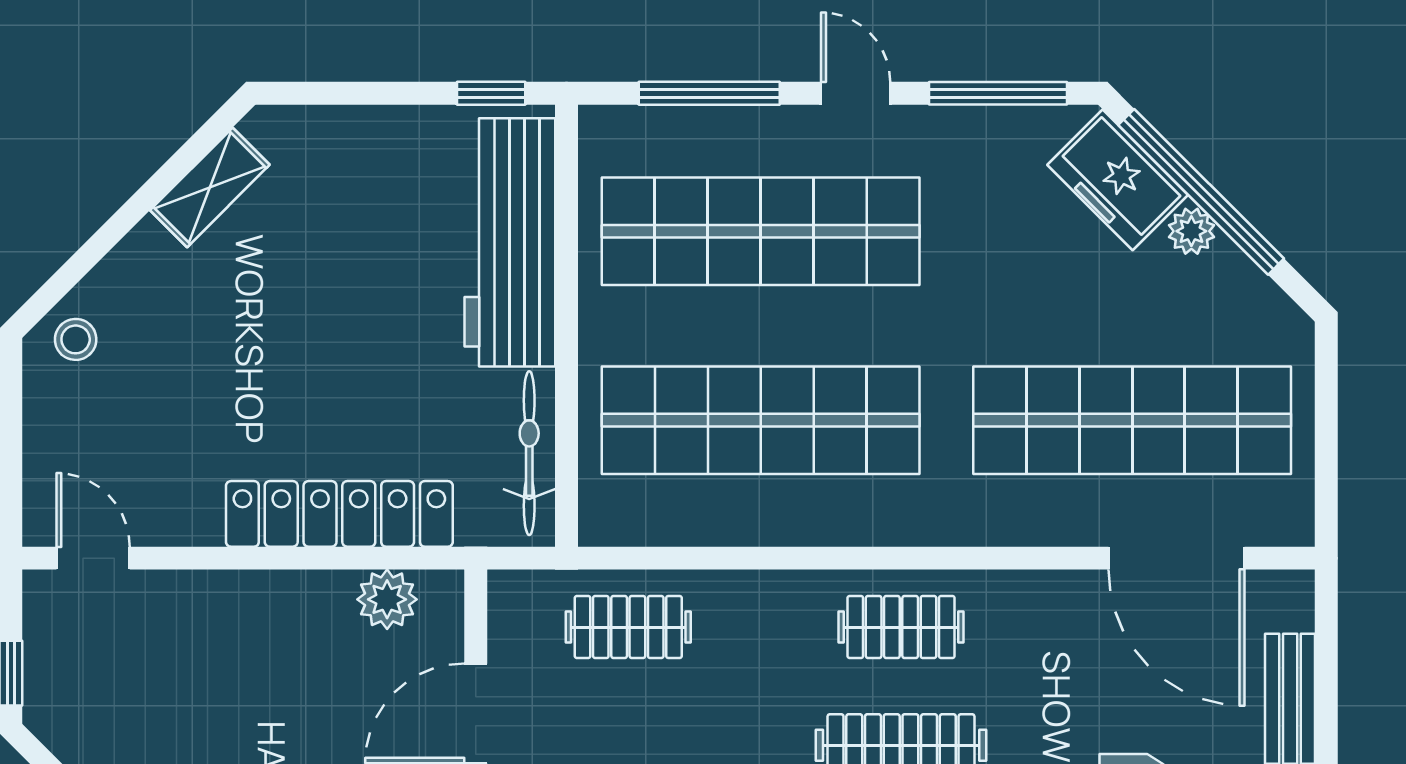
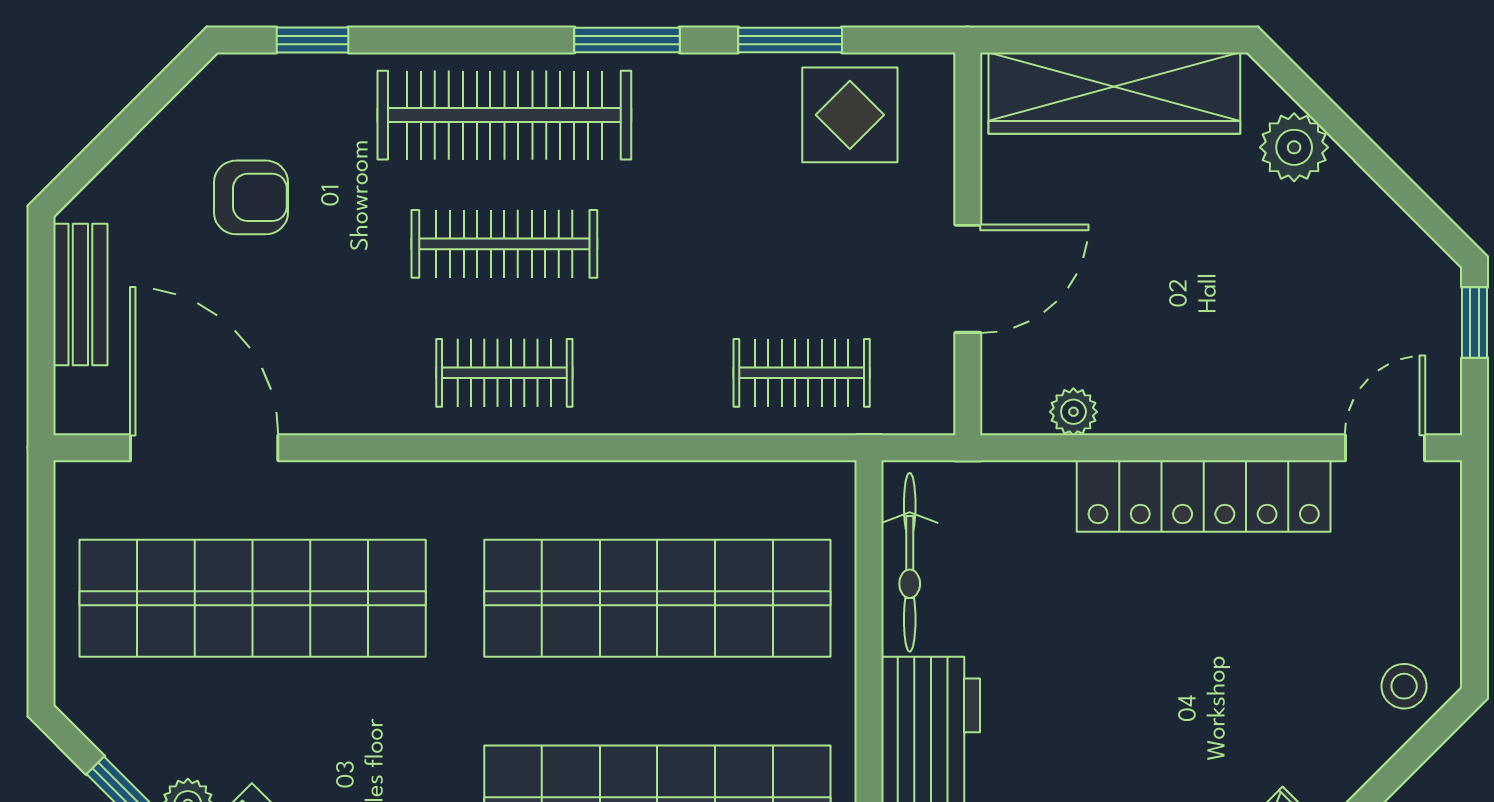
locker: (339, 514) -> (1204, 496), moved
door: (93, 558) -> (1385, 448), swing flipped
plant: (387, 599) -> (1073, 412), width x0.73, depth x0.73

